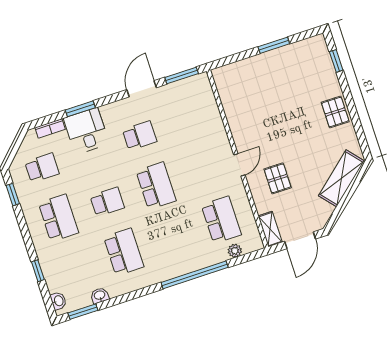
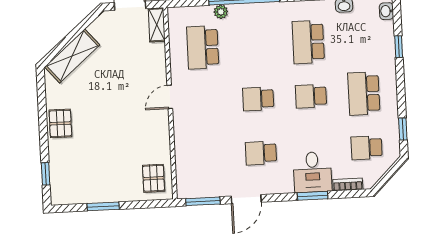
pallet: (278, 178) -> (154, 178), moved
school desk: (156, 186) -> (258, 99), width x0.54
plant: (235, 251) -> (221, 12), moved

